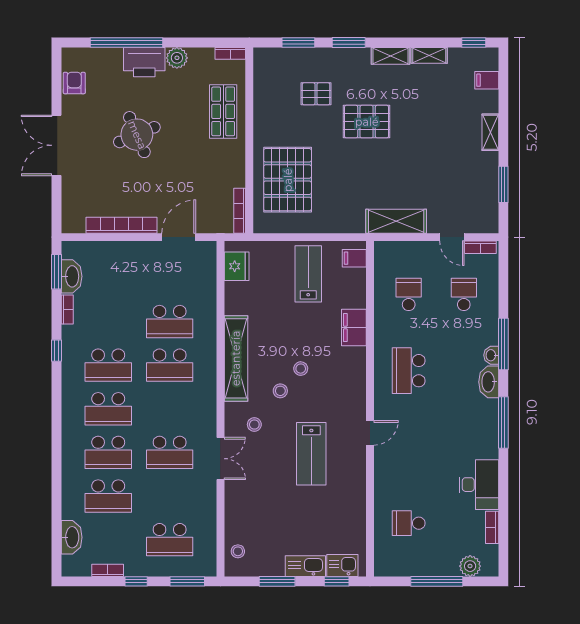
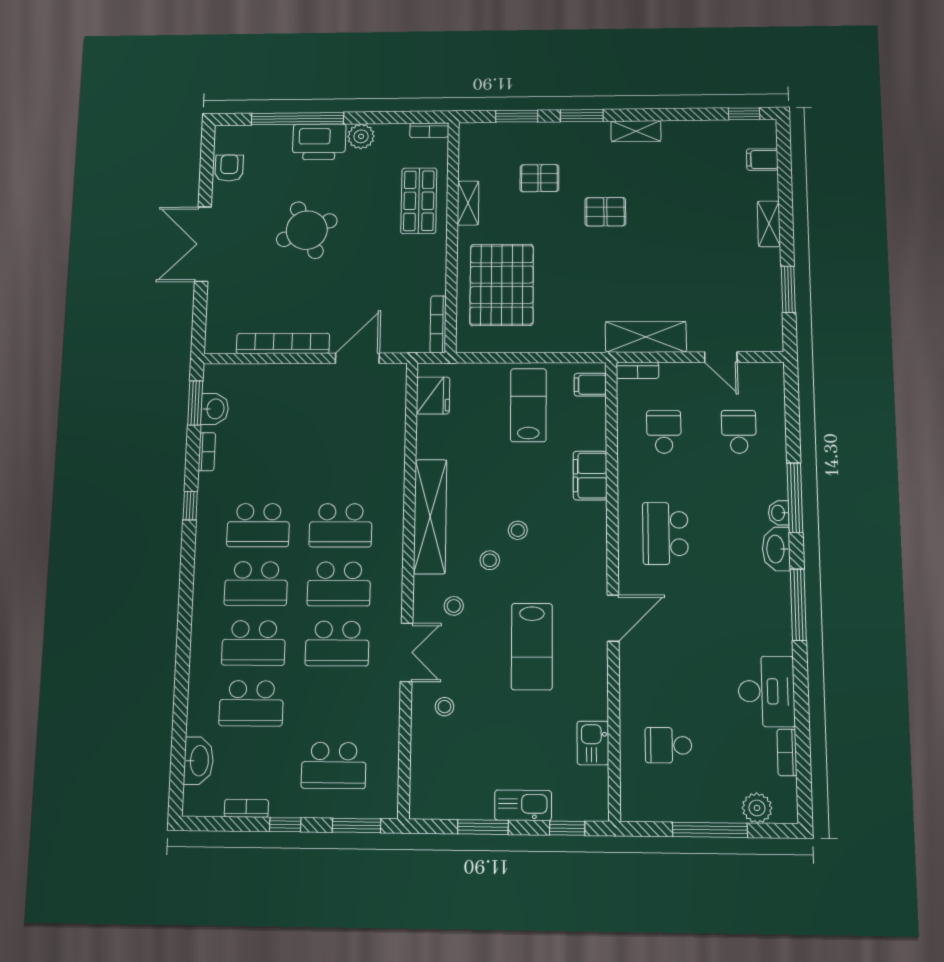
shelving: (429, 55) -> (468, 203), moved, turned 90
pallet: (367, 122) -> (605, 212), width x0.67, depth x0.71
bookcase: (480, 247) -> (637, 370), moved
washbasin: (72, 276) -> (215, 409), width x0.72
school desk: (170, 322) -> (339, 584), moved
door: (370, 433) -> (613, 618), width x1.38
stool: (238, 551) -> (444, 707), moved
kitchen sink: (342, 565) -> (593, 743), moved, turned -90

